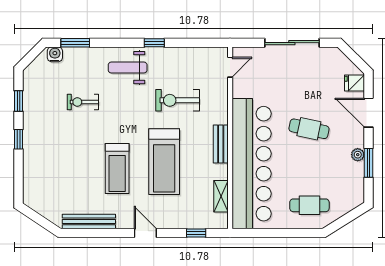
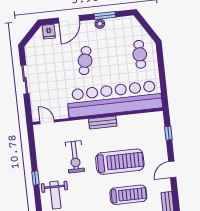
sliding door: (292, 43) -> (25, 79), width x0.73
shelving: (221, 196) -> (140, 118), removed

